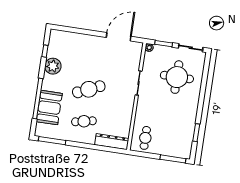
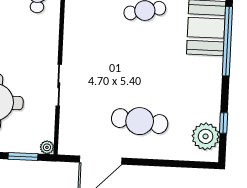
plant: (53, 66) -> (206, 136), moved
cafe table: (89, 89) -> (140, 121), moved, turned 30

